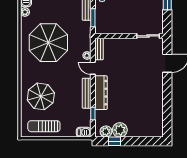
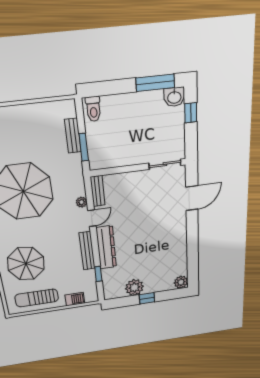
door: (93, 68) -> (92, 218), swing flipped
plant: (106, 131) -> (181, 282), moved
barbecue: (83, 132) -> (75, 299), moved
window: (115, 141) -> (147, 298), moved

